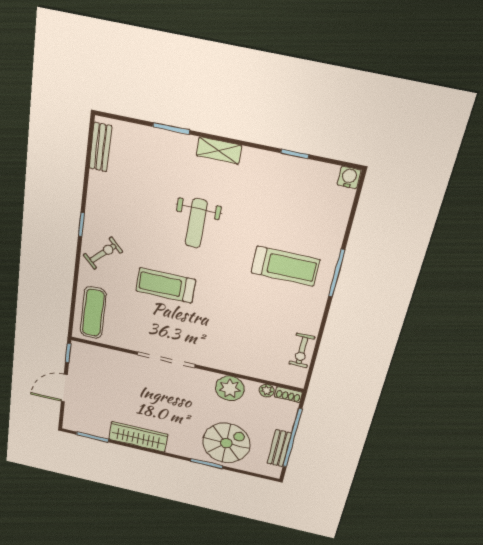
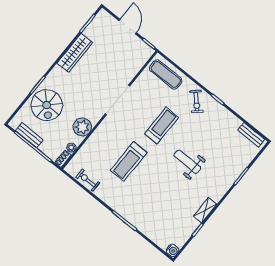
shelving: (219, 150) -> (205, 210), moved
treadmill: (285, 266) -> (129, 161), moved

